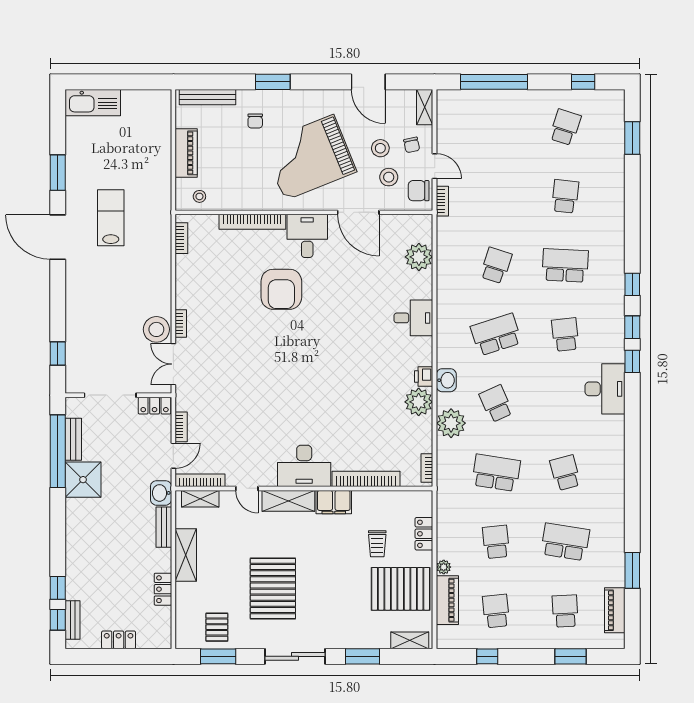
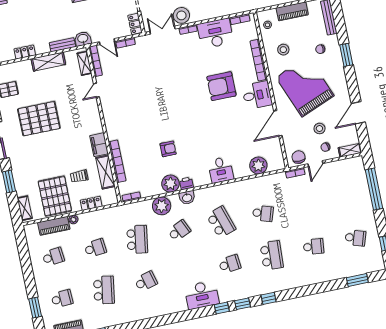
stool: (389, 177) -> (283, 50), moved
armchair: (363, 394) -> (168, 149), added
desk: (304, 466) -> (215, 33), moved, turned 90
shelving: (288, 501) -> (105, 172), moved
window: (487, 656) -> (25, 257), removed

